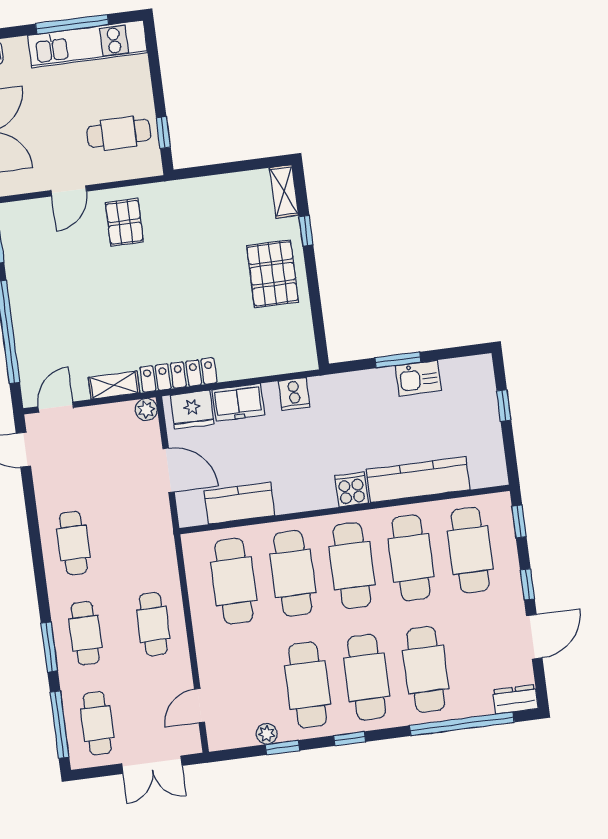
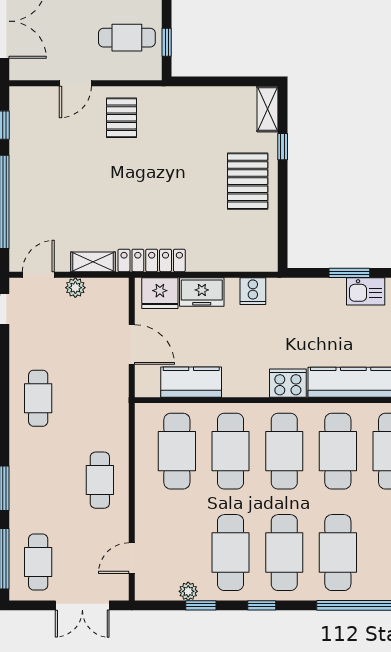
plant: (146, 410) -> (75, 288), moved
cooker: (351, 489) -> (288, 383), width x1.36
cafe table: (85, 633) -> (38, 480), removed

